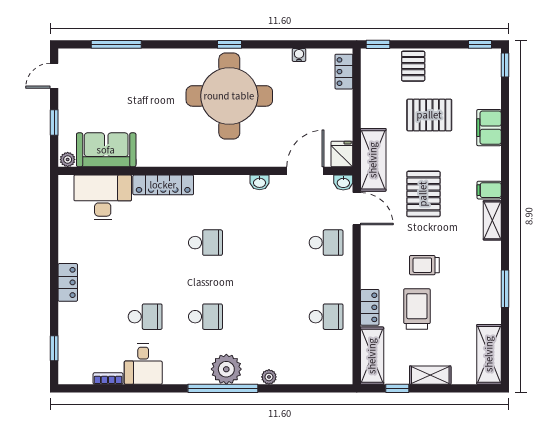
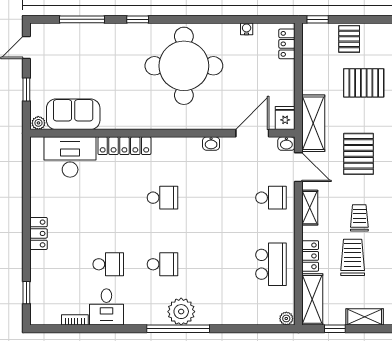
window: (230, 44) -> (138, 19), moved
shelving: (369, 254) -> (310, 208), added
trolley: (424, 265) -> (359, 218), turned 90
school desk: (326, 317) -> (271, 264), width x1.85
plant: (269, 377) -> (286, 318), moved

